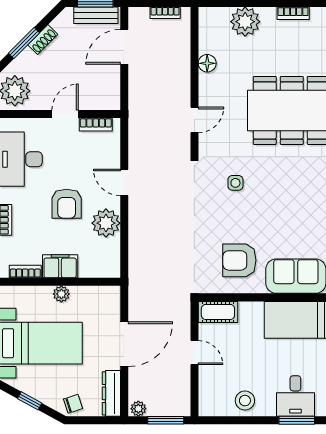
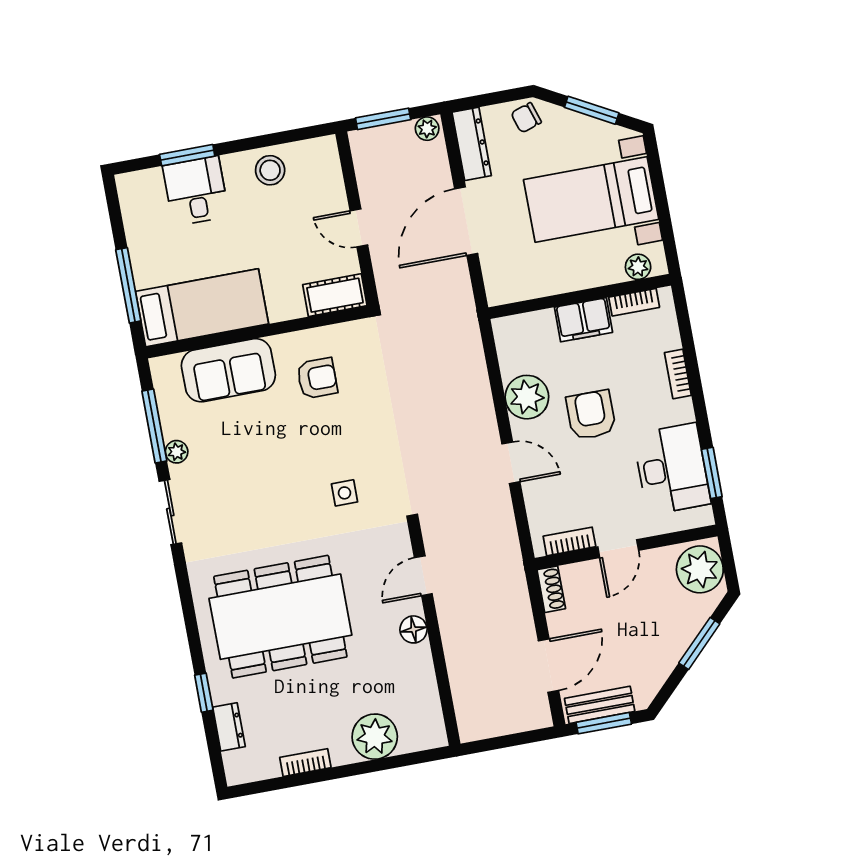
bookcase: (165, 13) -> (497, 728), removed
shoe rack: (43, 40) -> (551, 589), moved, turned 135
floor lamp: (207, 63) -> (413, 629), moved
armchair: (239, 260) -> (317, 378), width x0.72, depth x0.72
plant: (61, 294) -> (638, 267), moved
window: (30, 401) -> (592, 110), width x1.50

